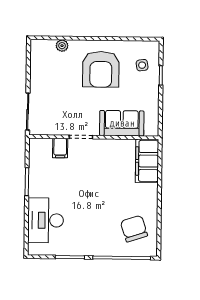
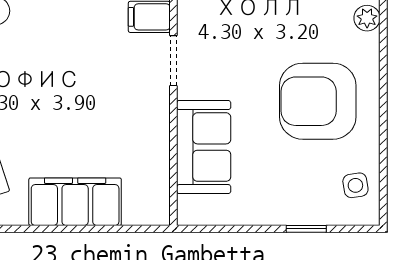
side table: (142, 65) -> (355, 185), moved
filing cabinet: (147, 161) -> (75, 202), moved

